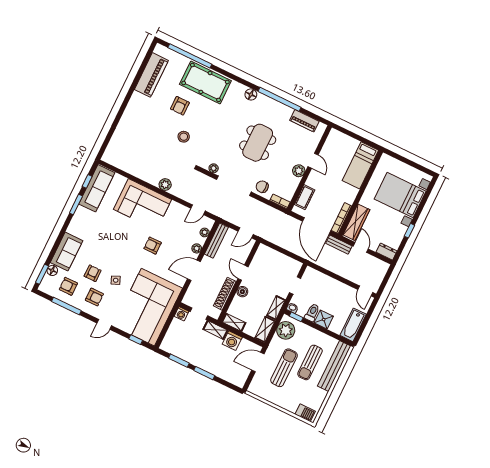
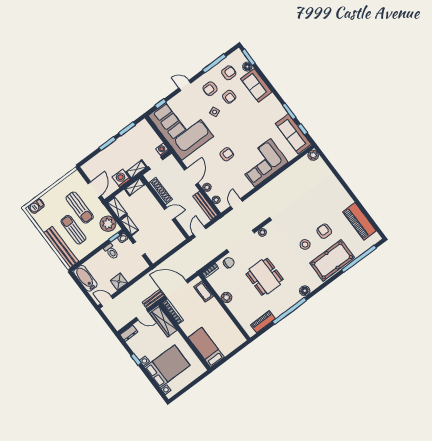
stool: (184, 137) -> (305, 244), moved
door: (313, 161) -> (229, 312), removed
plant: (165, 185) -> (313, 155), moved
boiler: (242, 292) -> (155, 206), removed
shower: (324, 320) -> (119, 282), moved
door: (104, 324) -> (185, 85), hinge flipped

